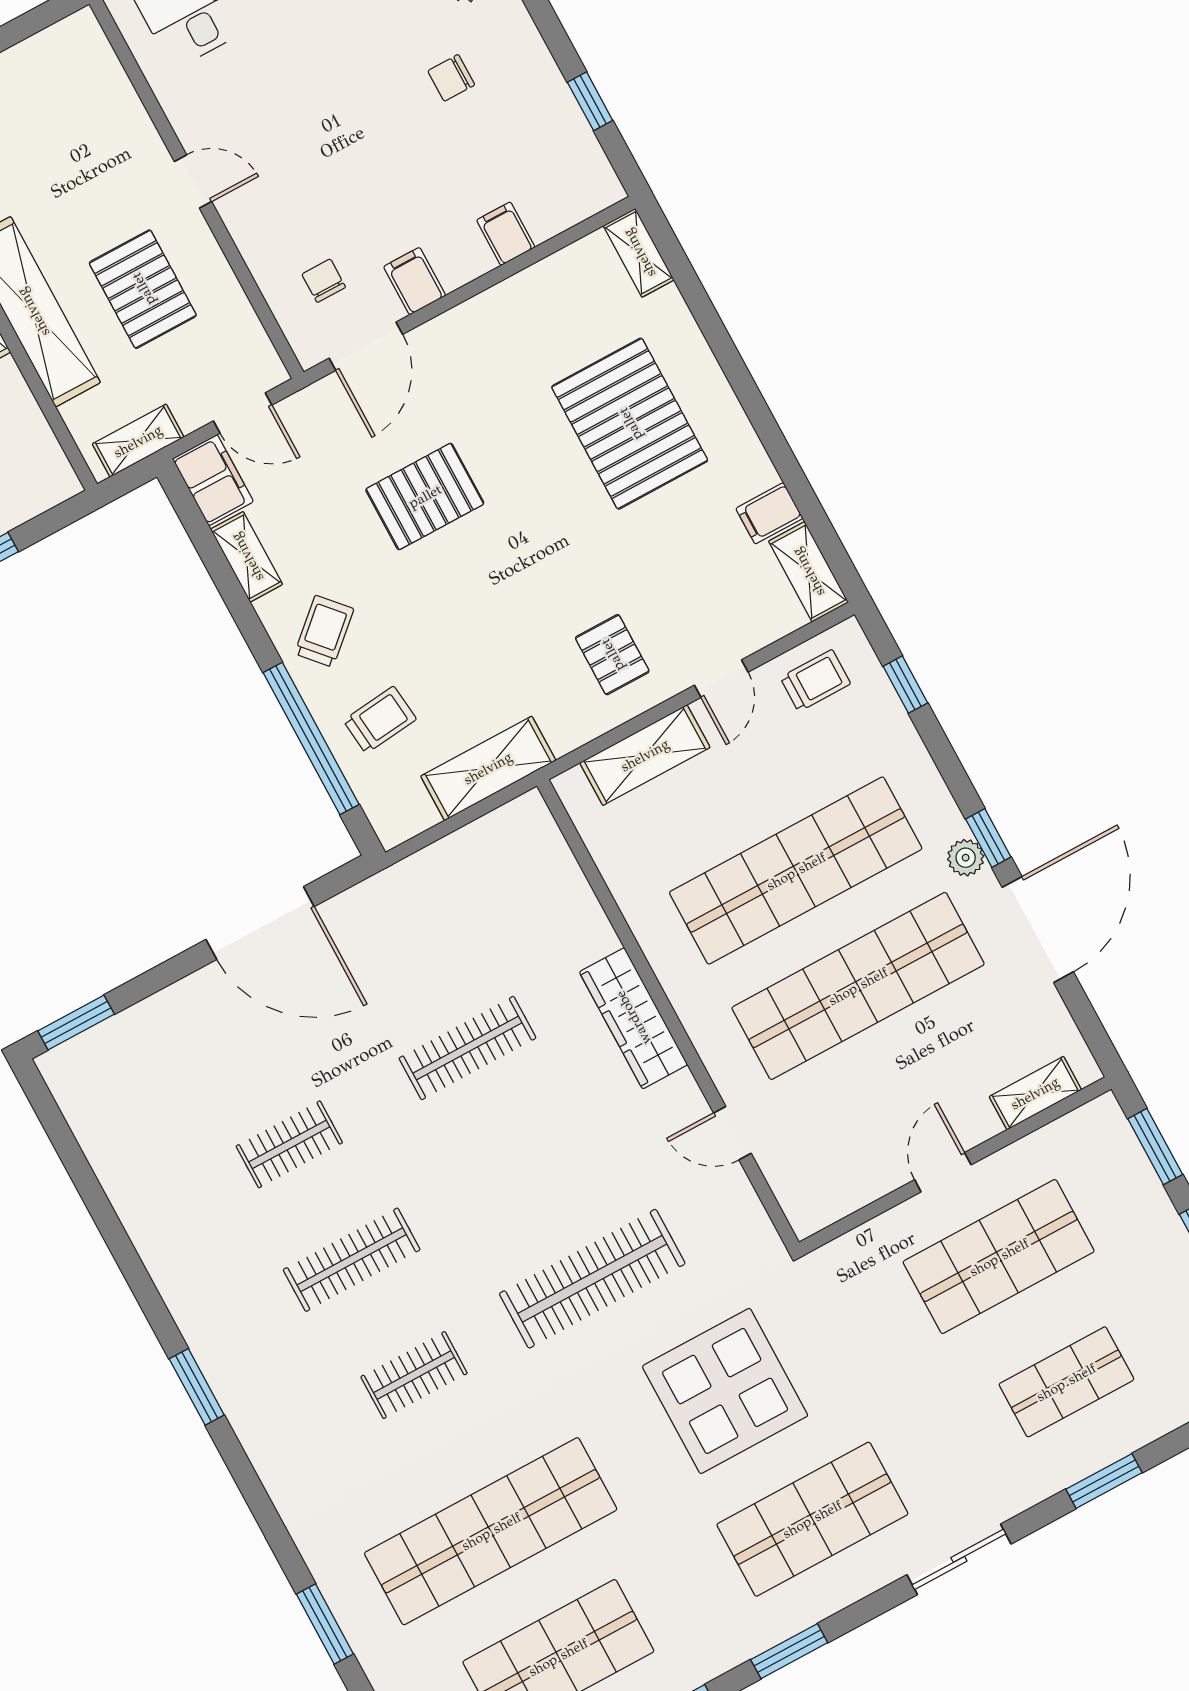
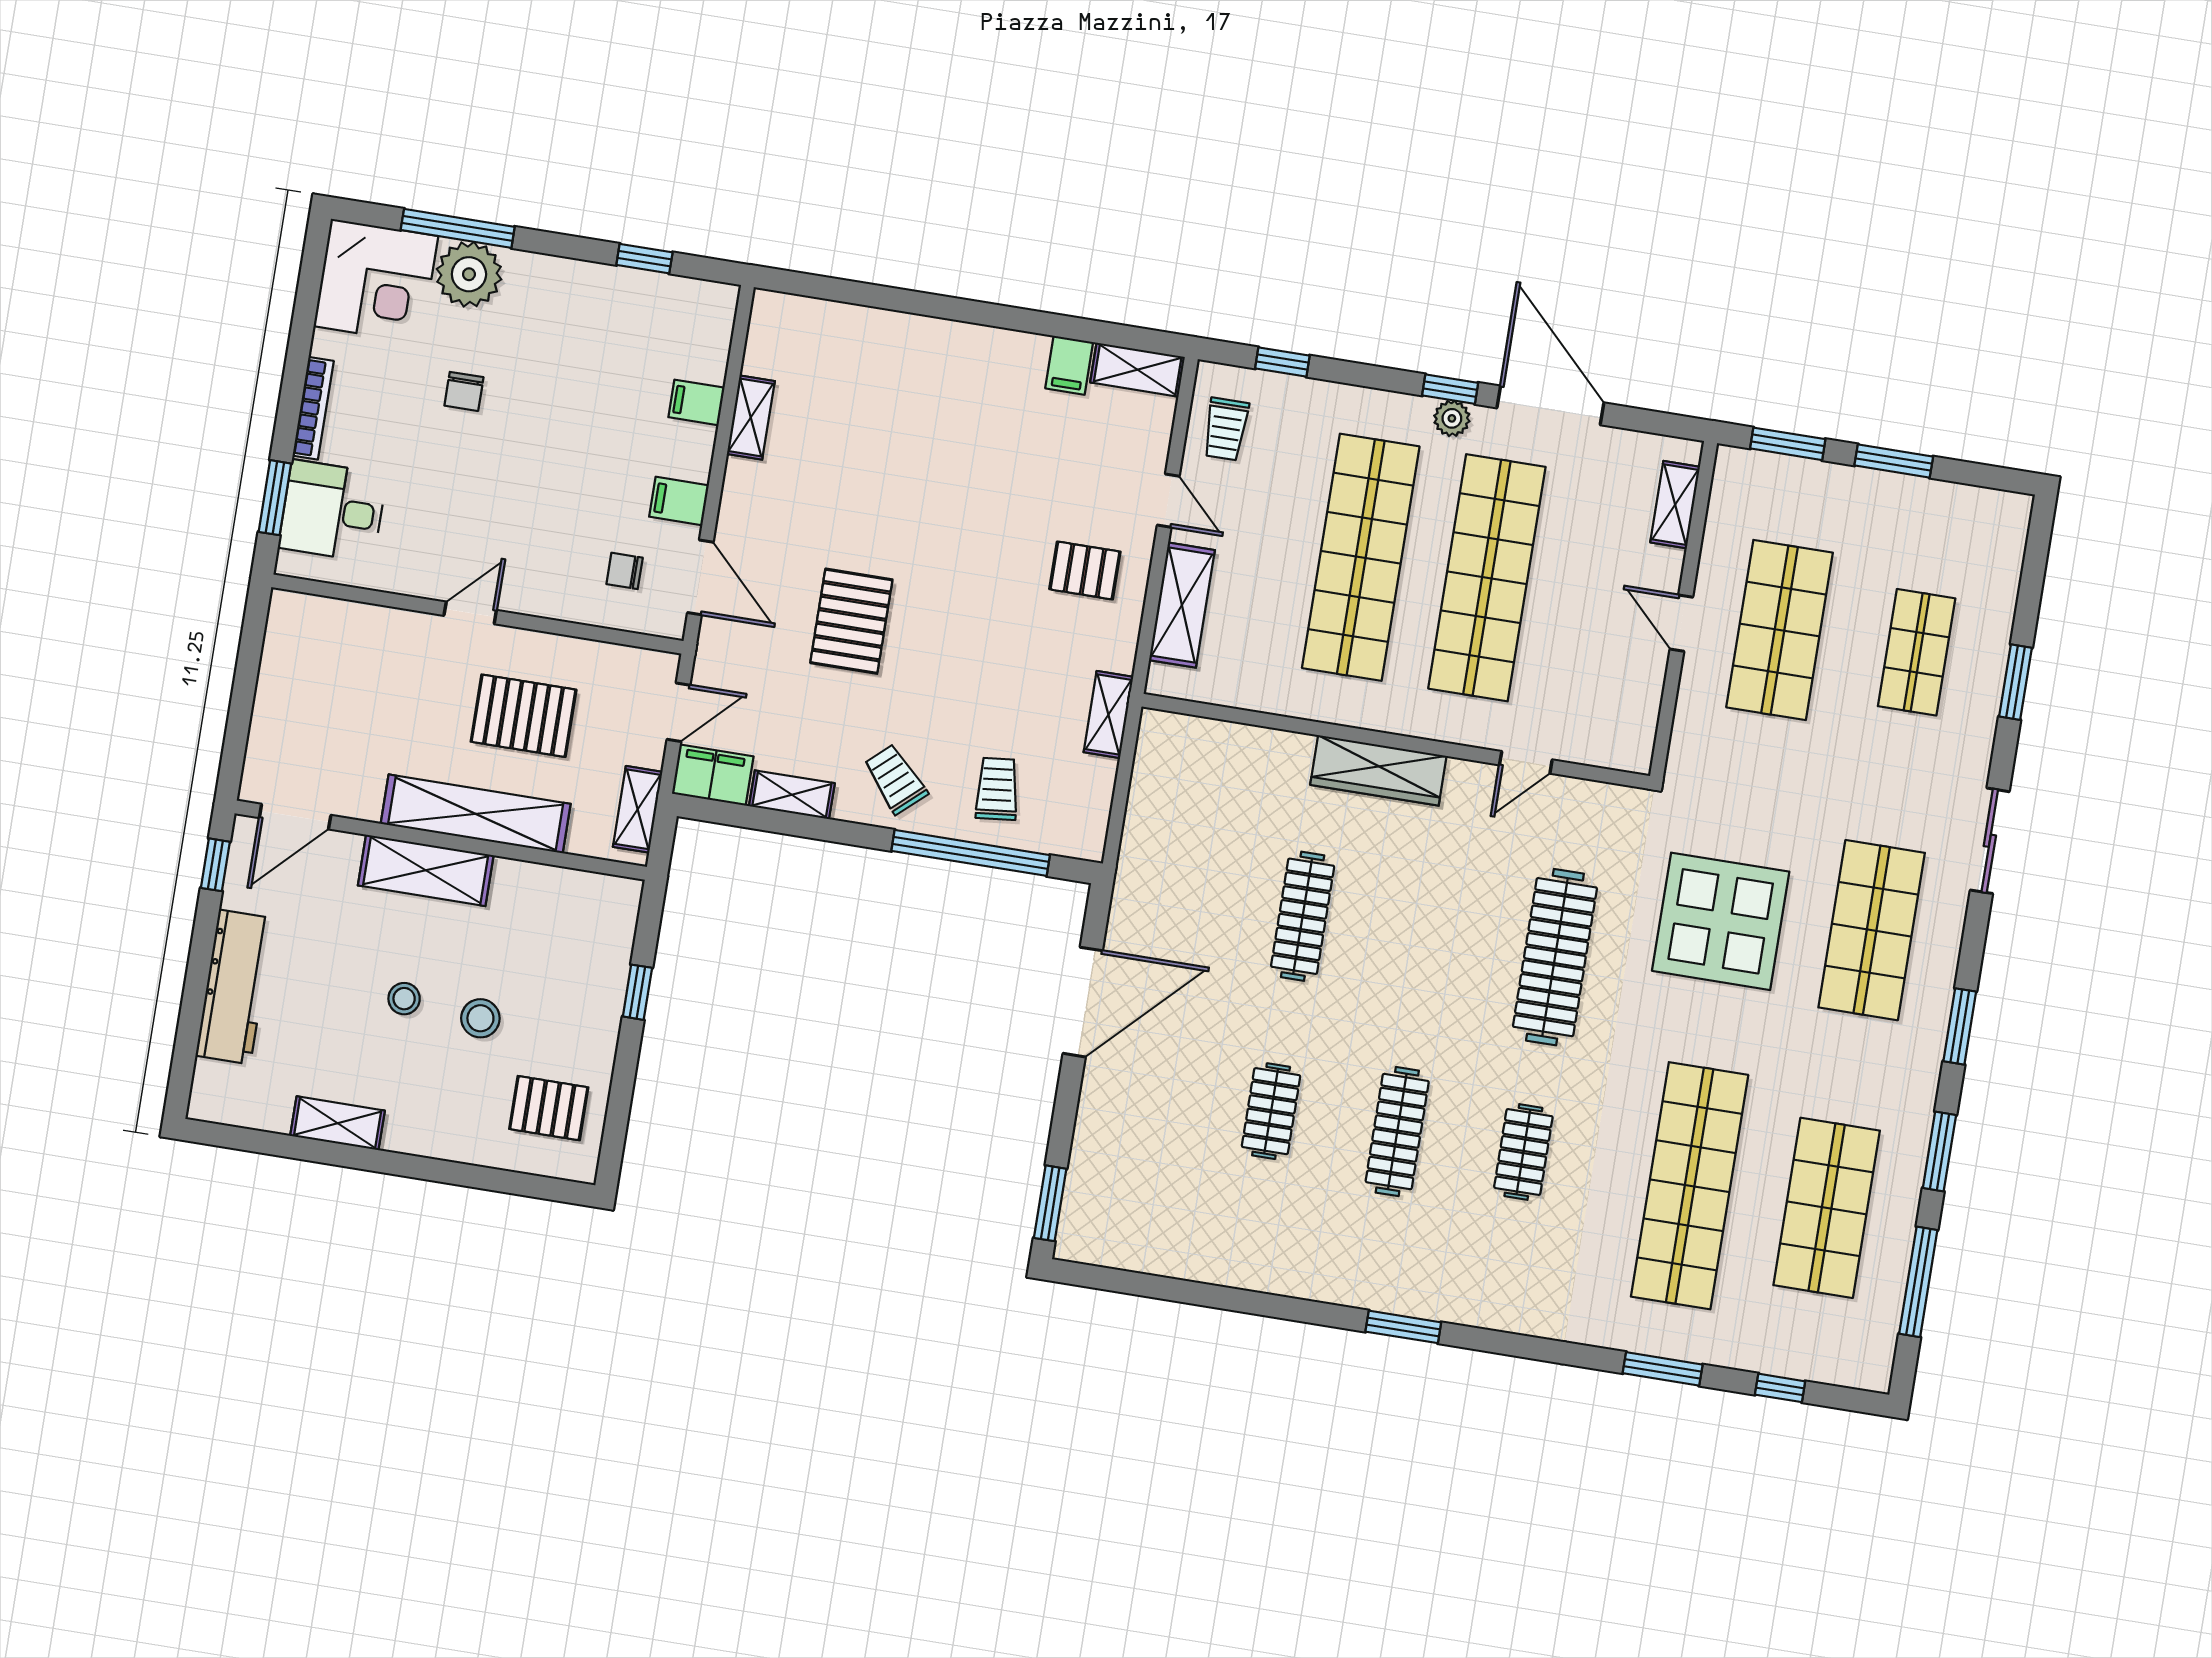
chair: (451, 78) -> (464, 391), moved
shelving: (639, 253) -> (751, 418), moved, turned 90
pallet: (630, 424) -> (917, 420), removed
trolley: (815, 681) -> (1226, 429), turned 180
shelving: (488, 768) -> (1108, 715), width x0.67, depth x0.75

